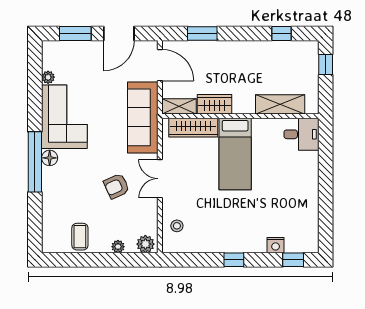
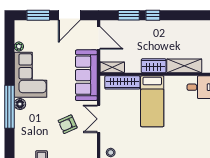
window: (282, 33) -> (153, 15), moved
wardrobe: (215, 104) -> (154, 66), moved

